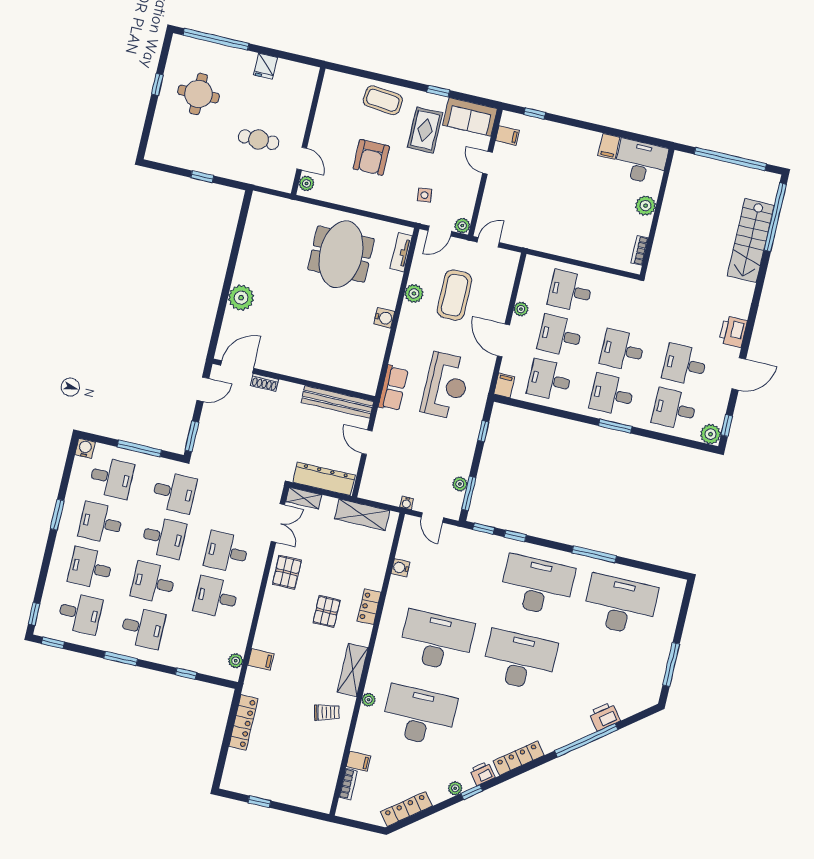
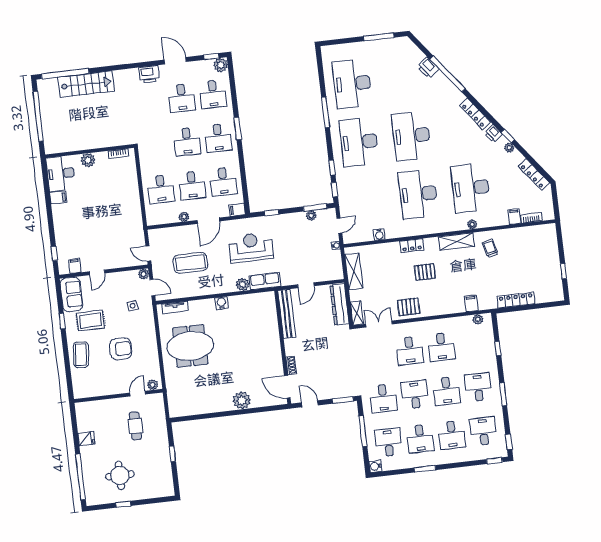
plant: (414, 293) -> (243, 284), moved
desk: (174, 492) -> (383, 398), turned 180

